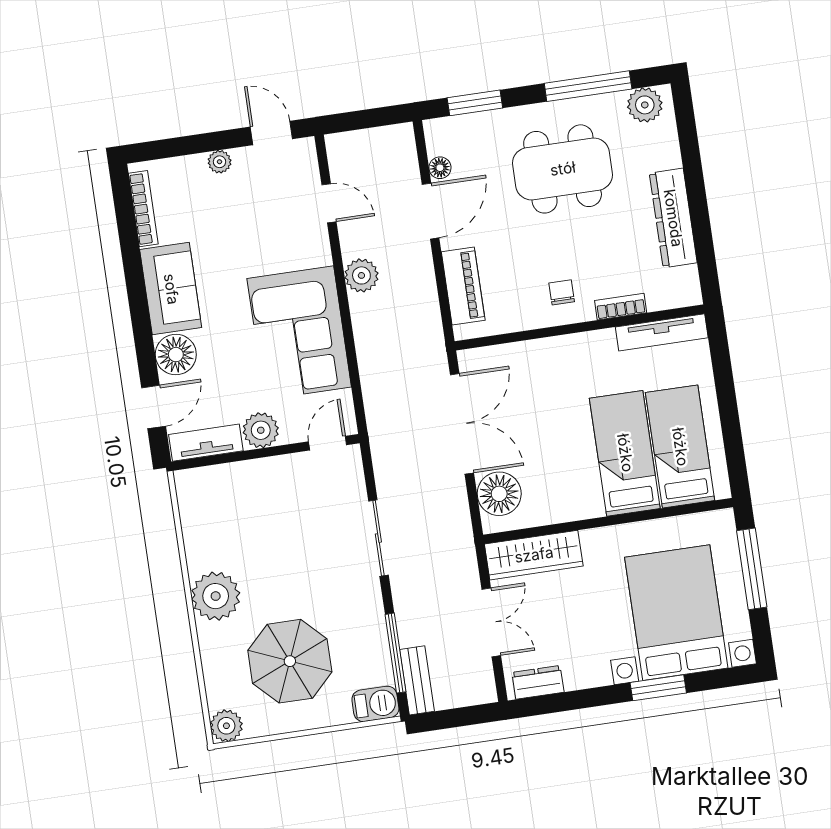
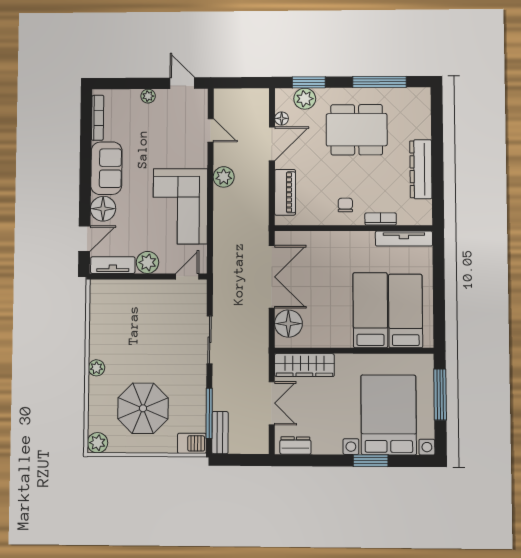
plant: (645, 105) -> (305, 99), moved
plant: (216, 596) -> (96, 368), width x0.53, depth x0.53

